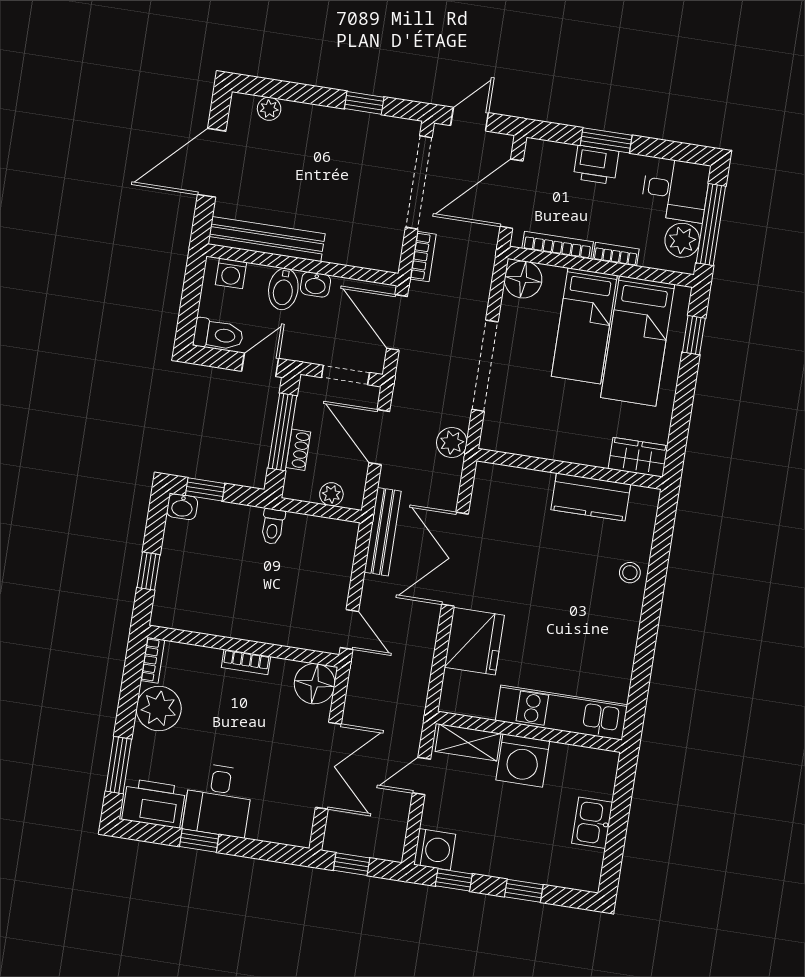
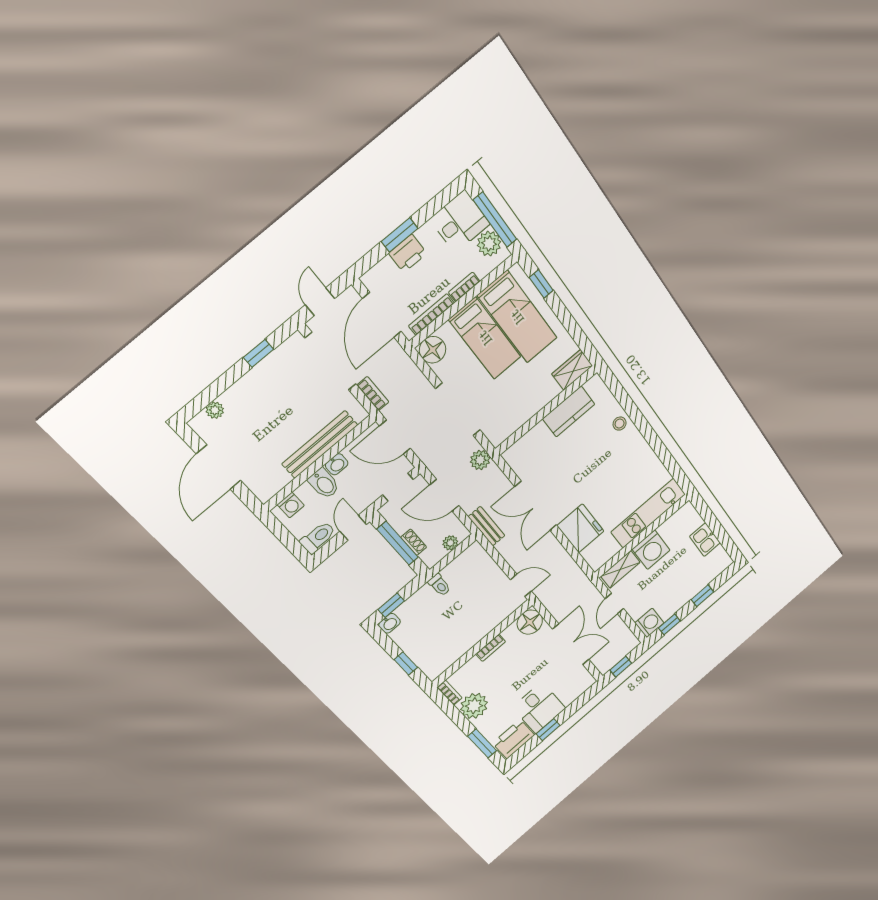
bench: (266, 239) -> (320, 444), moved
bench: (383, 532) -> (486, 526), width x0.73

